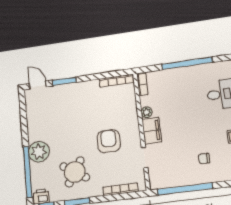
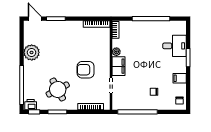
armchair: (109, 141) -> (86, 70), turned -90
plant: (39, 152) -> (32, 52), moved
round table: (75, 172) -> (58, 89), turned 30

